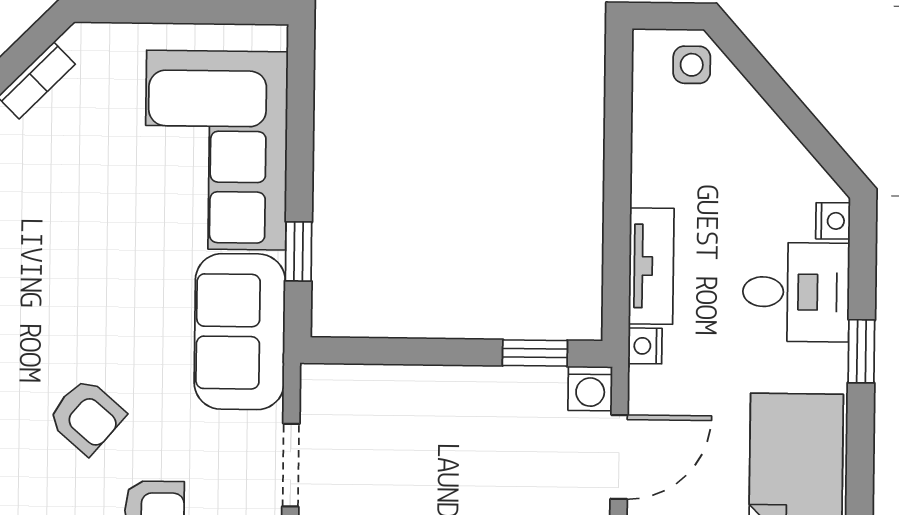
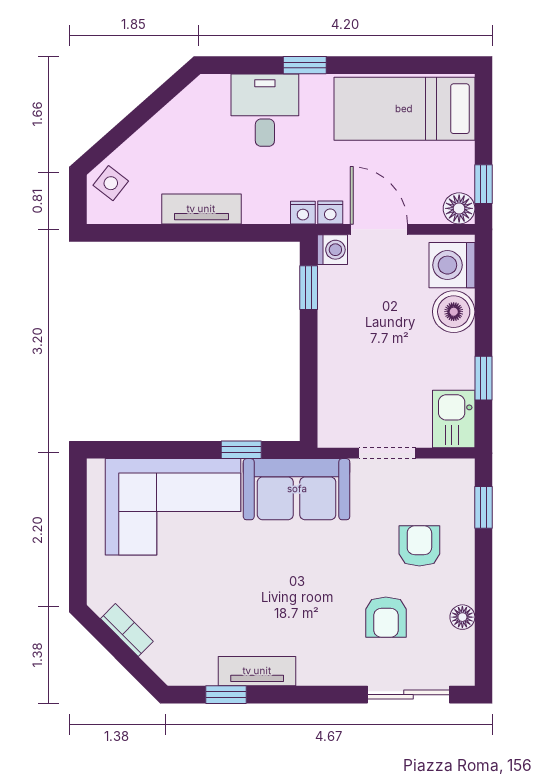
side table: (692, 65) -> (111, 183), turned 38
nightstand: (833, 221) -> (330, 213), moved, turned 180
tv unit: (651, 266) -> (201, 209), moved
armchair: (86, 416) -> (386, 617), moved, turned 139

